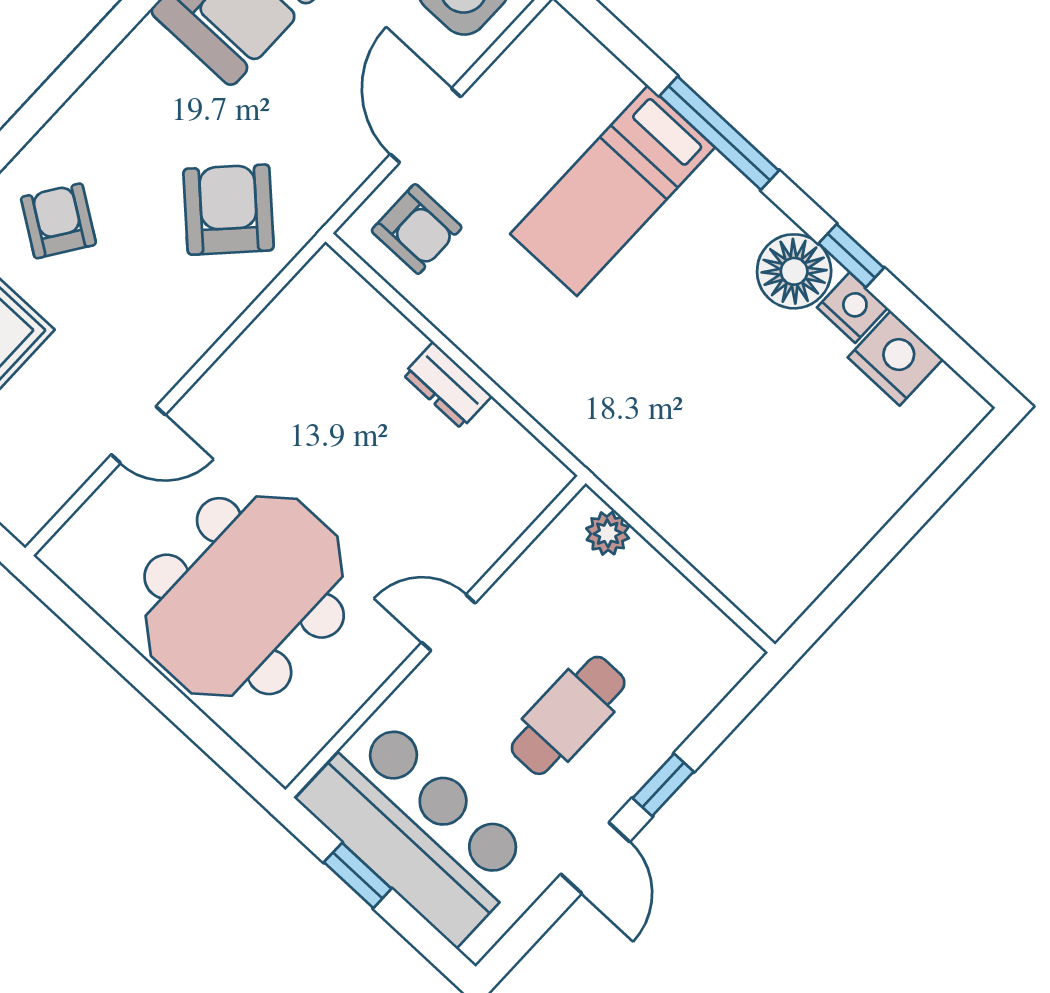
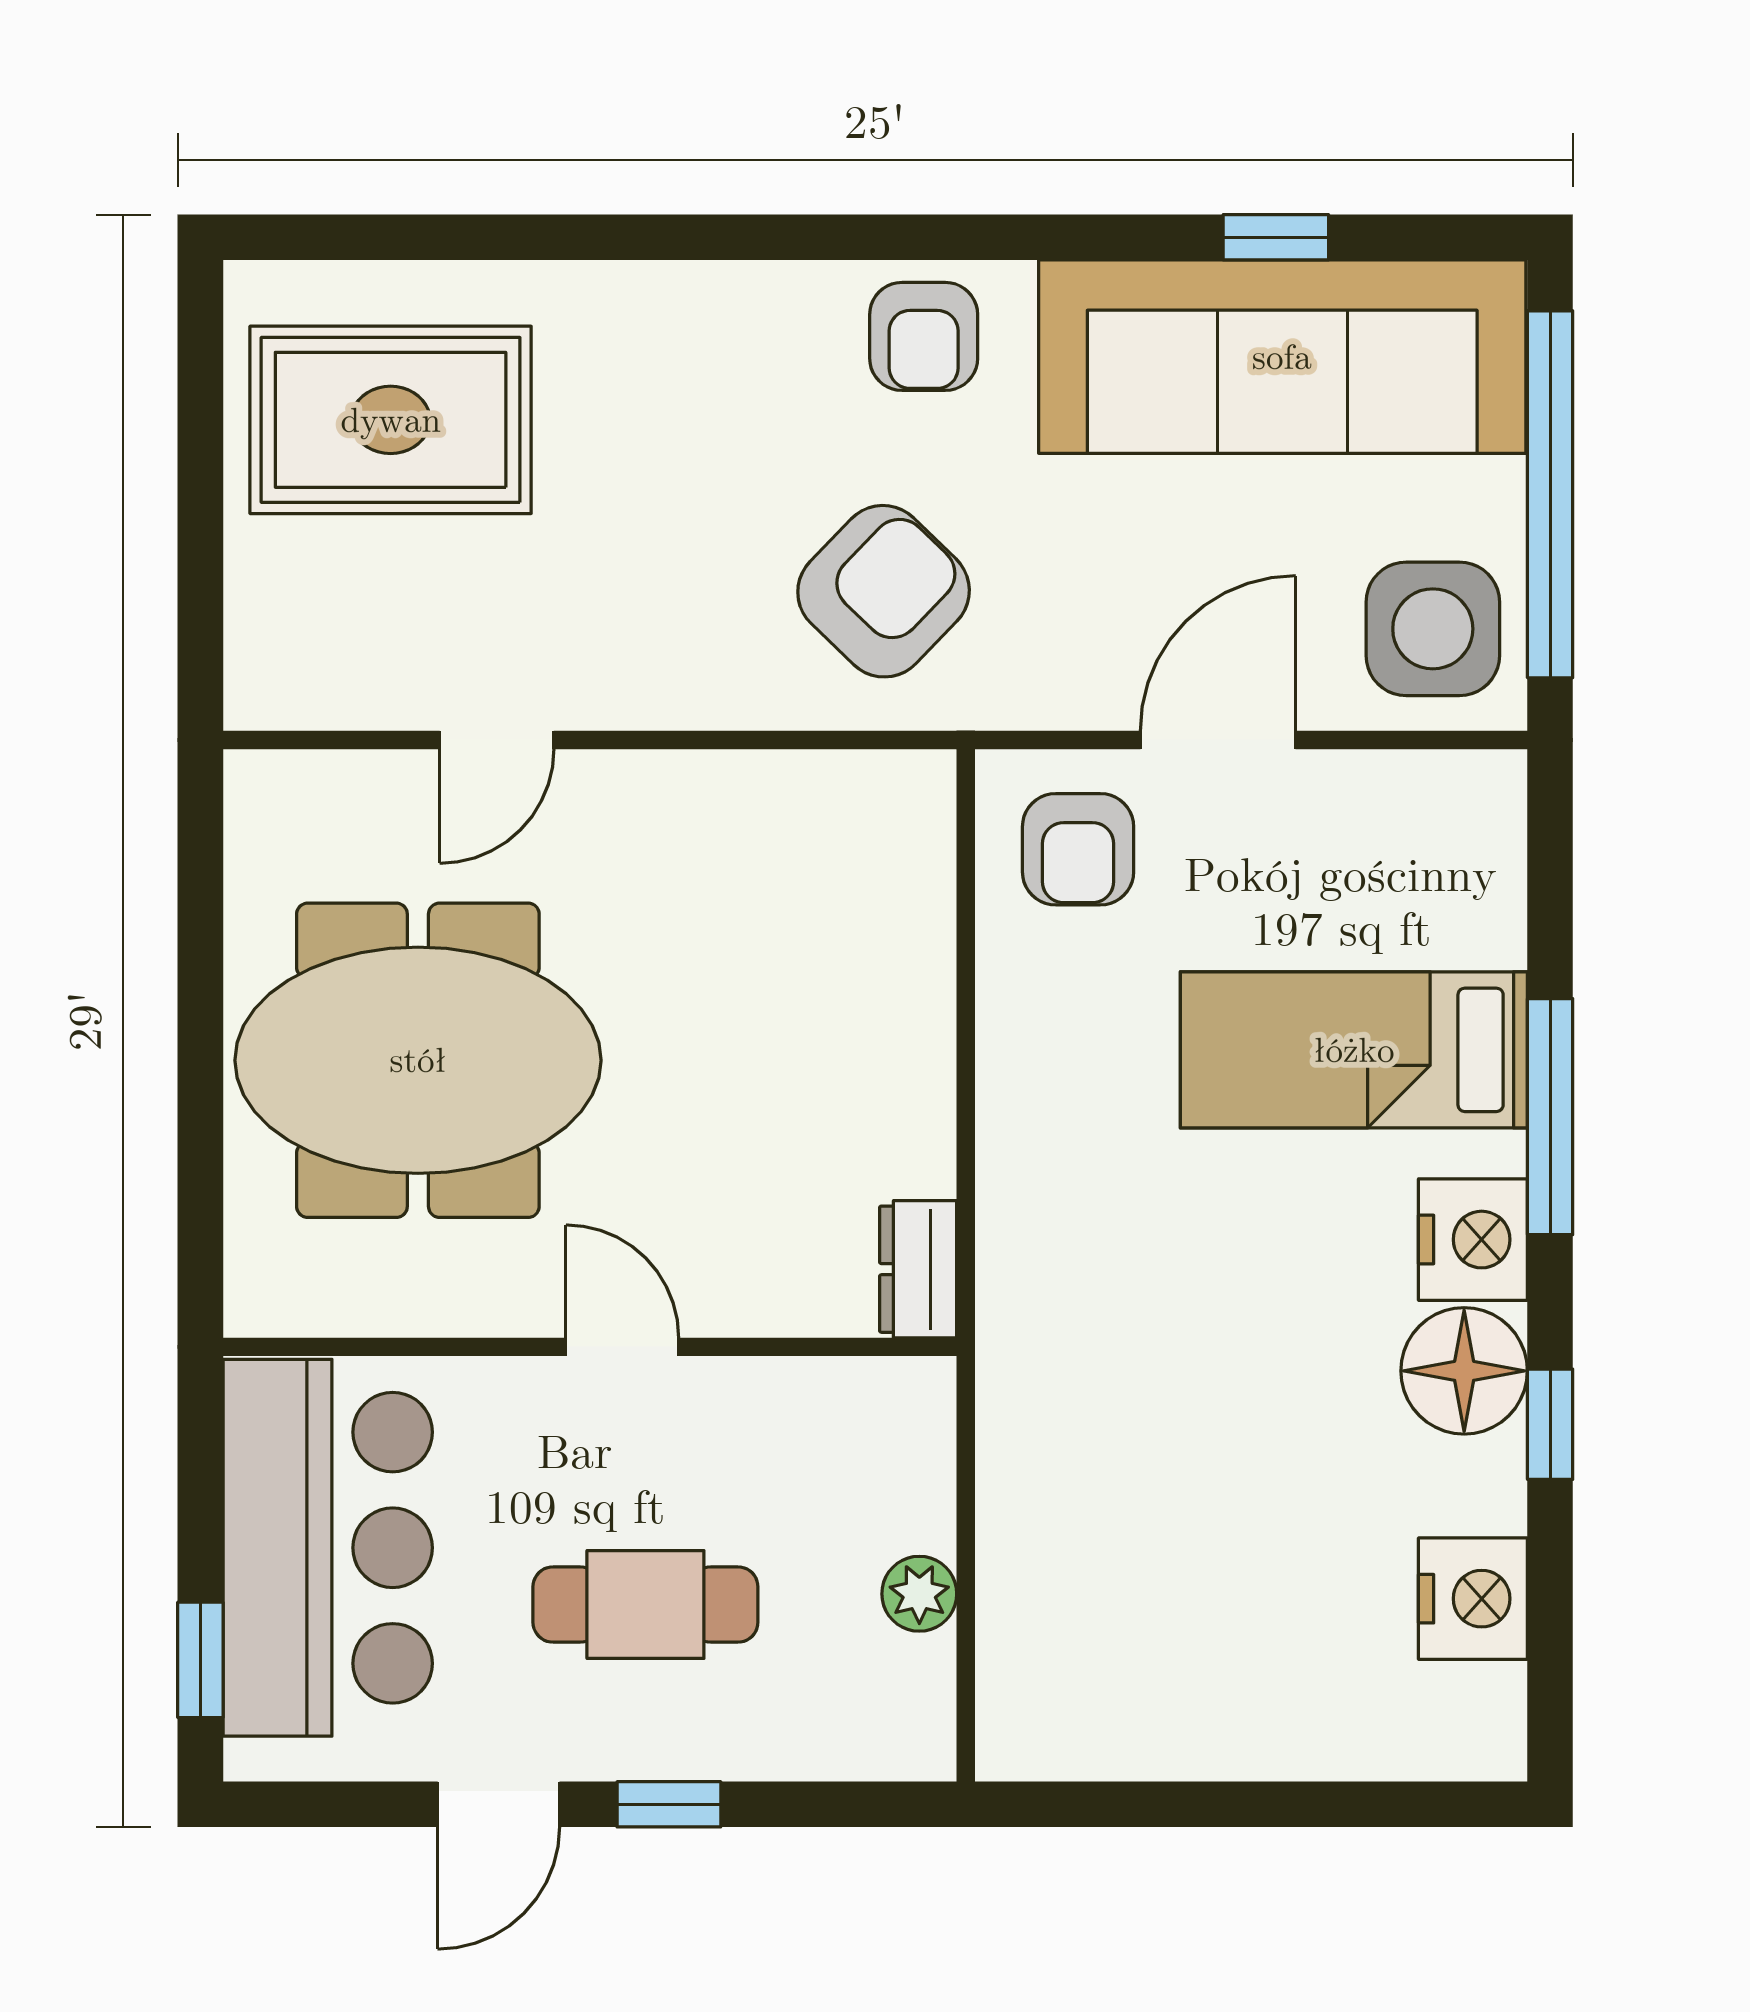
armchair: (58, 221) -> (924, 336), moved, turned 146
nightstand: (852, 308) -> (1473, 1240), moved, width x1.36, depth x1.33
dresser: (447, 385) -> (918, 1269), moved
door: (138, 435) -> (497, 740), hinge flipped
plant: (608, 533) -> (919, 1594), moved
window: (358, 875) -> (200, 1660), moved

